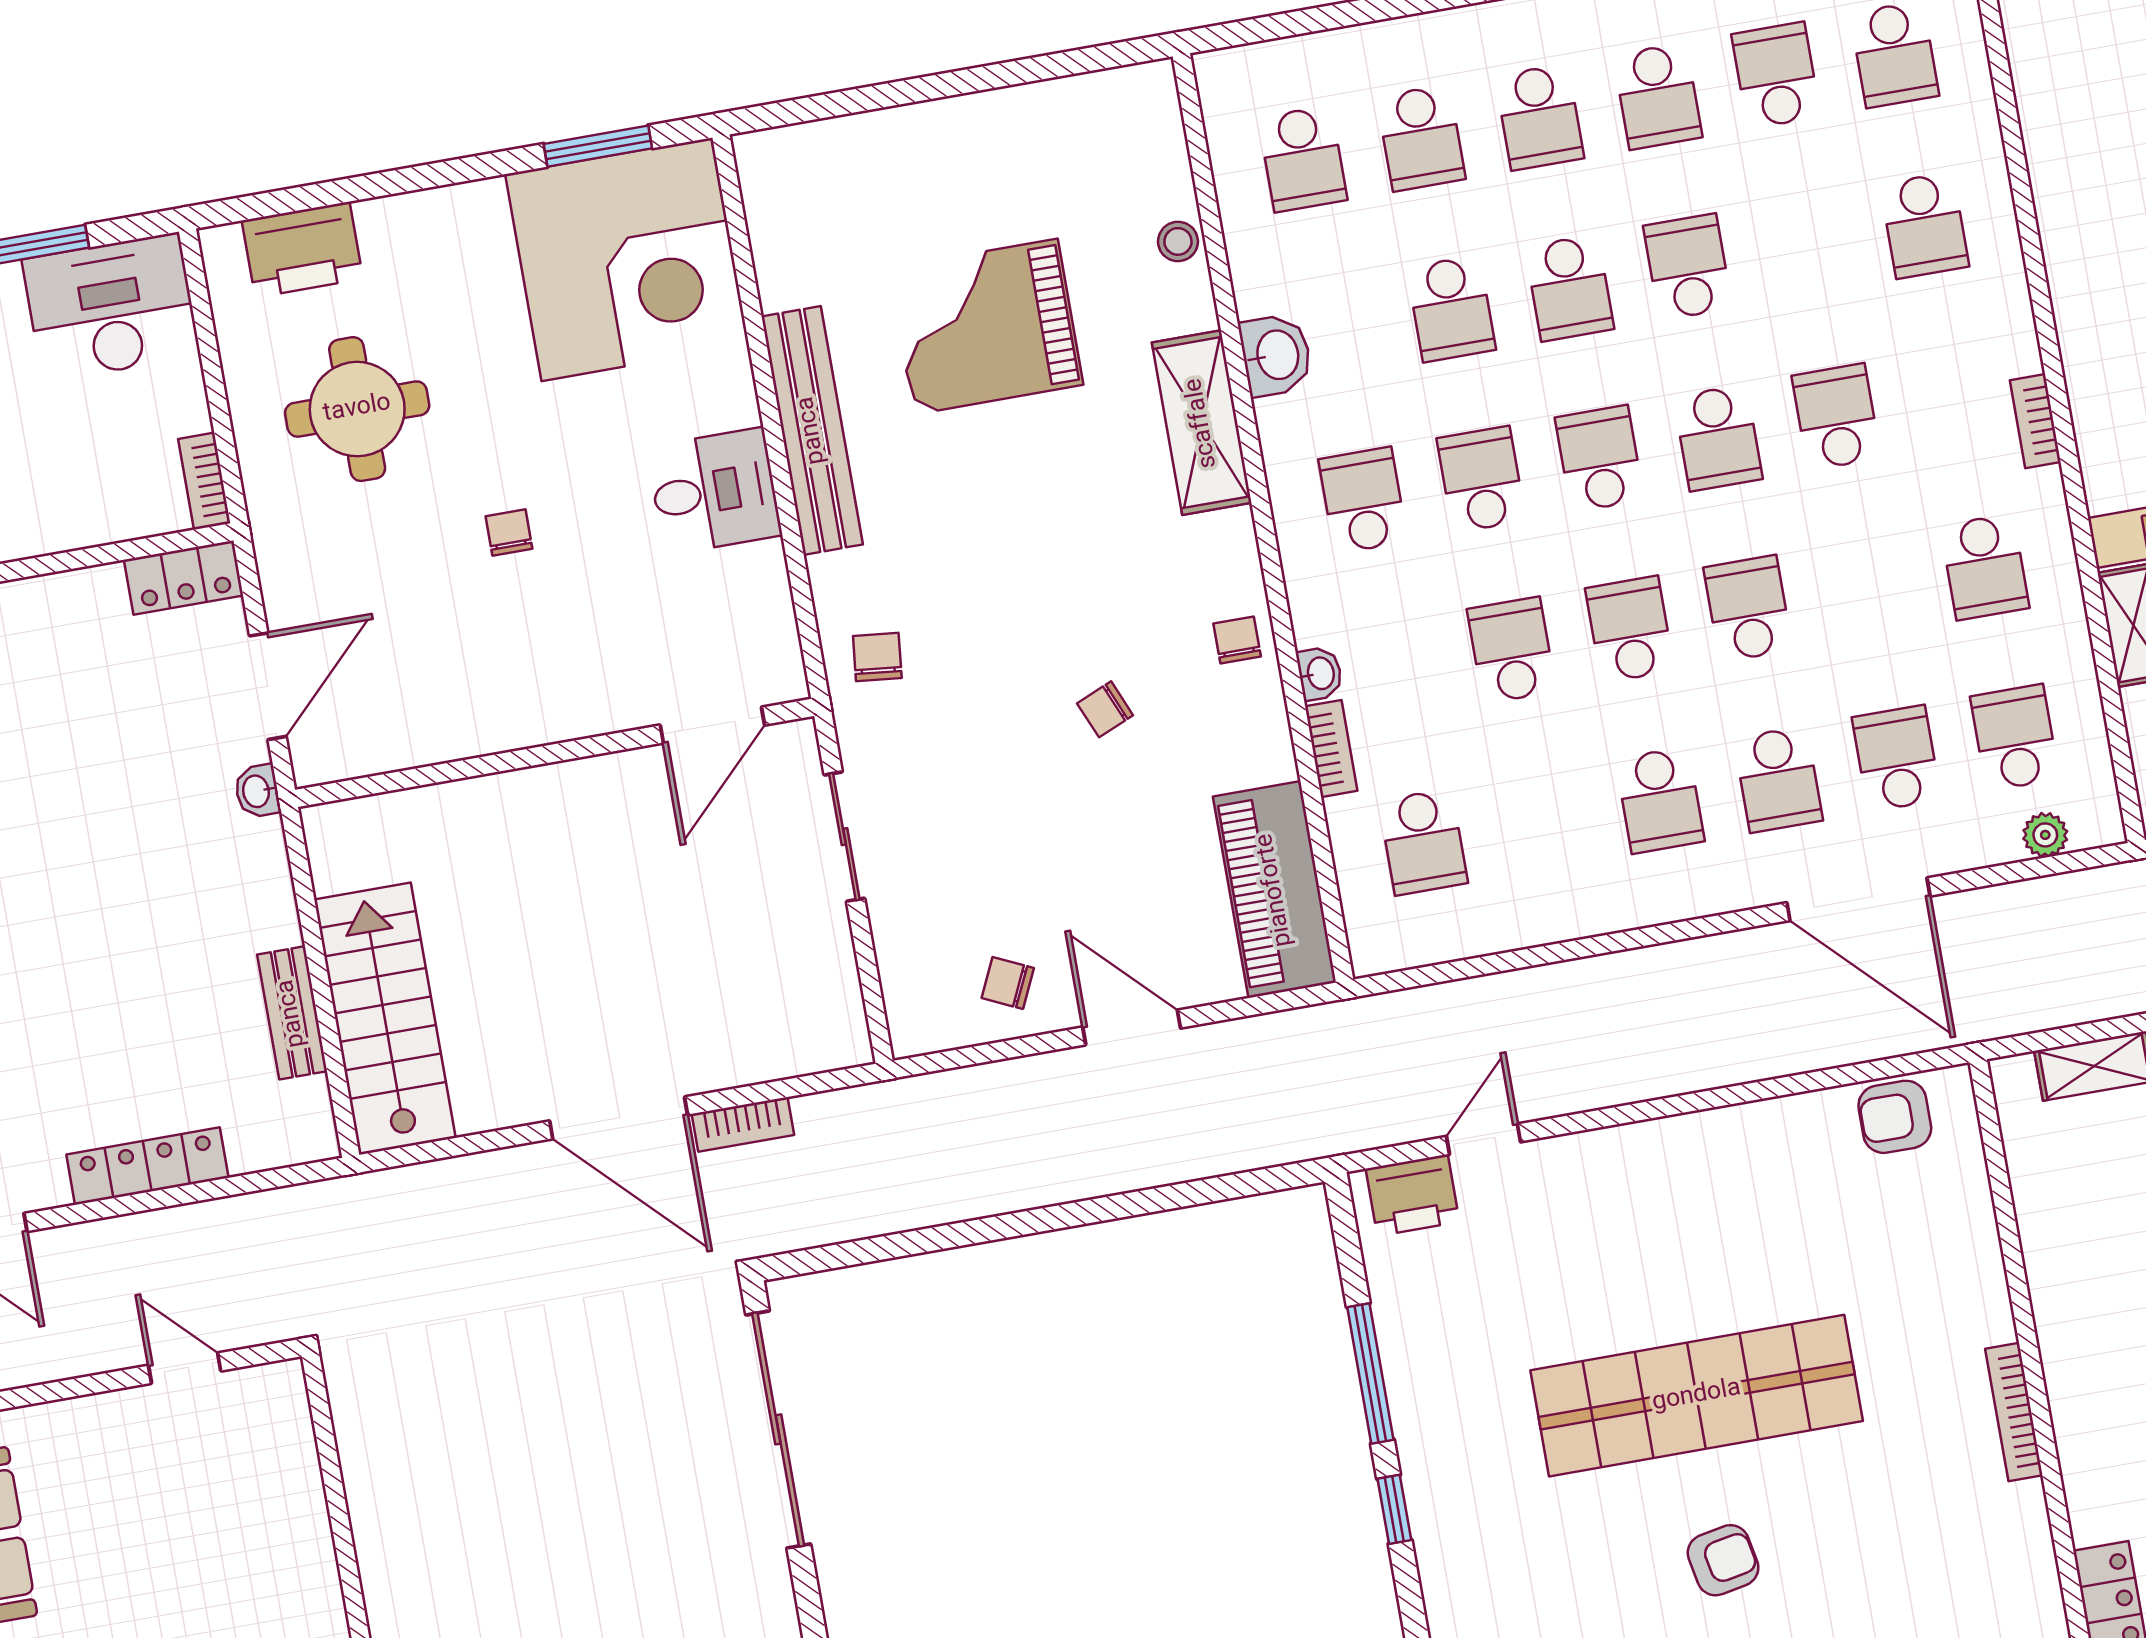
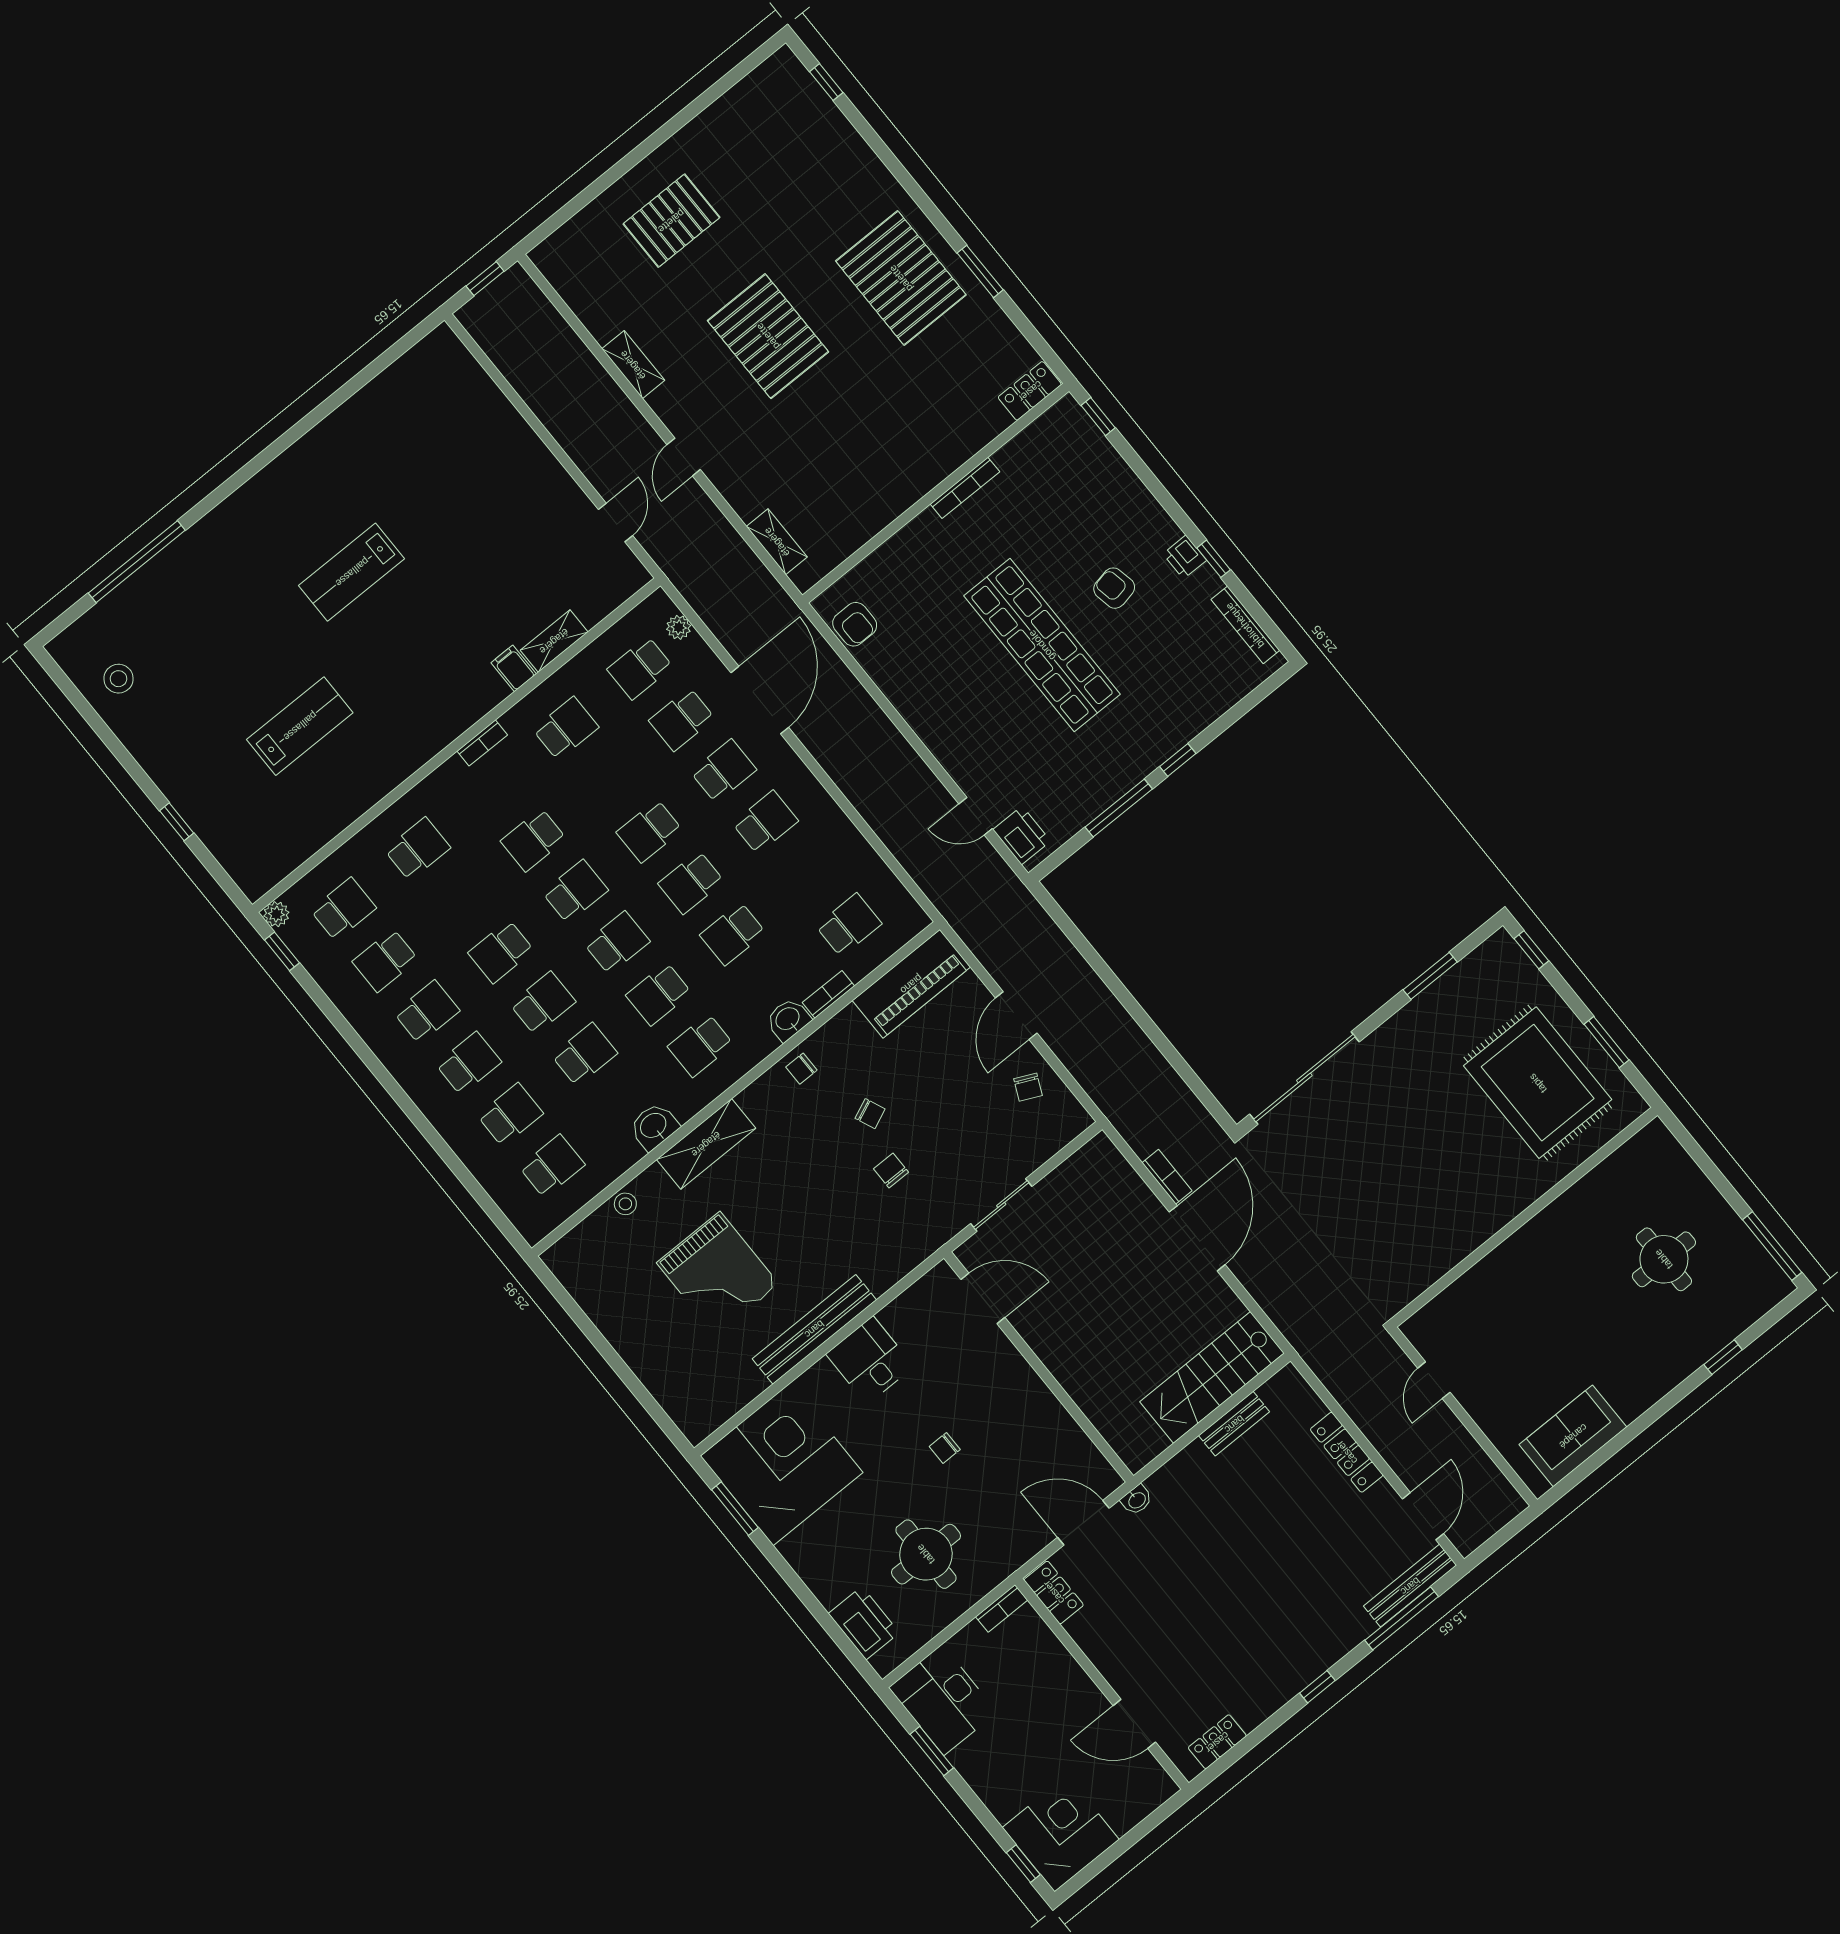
school desk: (1600, 459) -> (617, 943), turned 180
chair: (877, 657) -> (891, 1171), moved, turned 84
washbasin: (1320, 673) -> (788, 1019), width x1.38, depth x1.45

